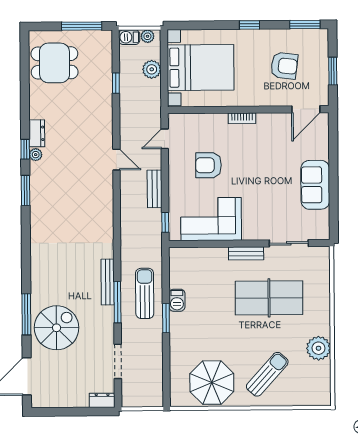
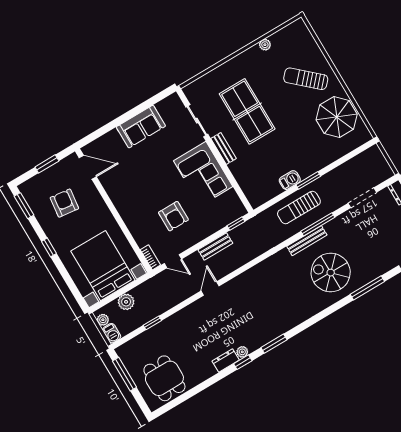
bookcase: (242, 118) -> (150, 257), moved
corner sofa: (211, 219) -> (203, 174), moved
spiral stairs: (57, 328) -> (331, 273), moved
plant: (318, 348) -> (265, 45), width x0.53, depth x0.53

